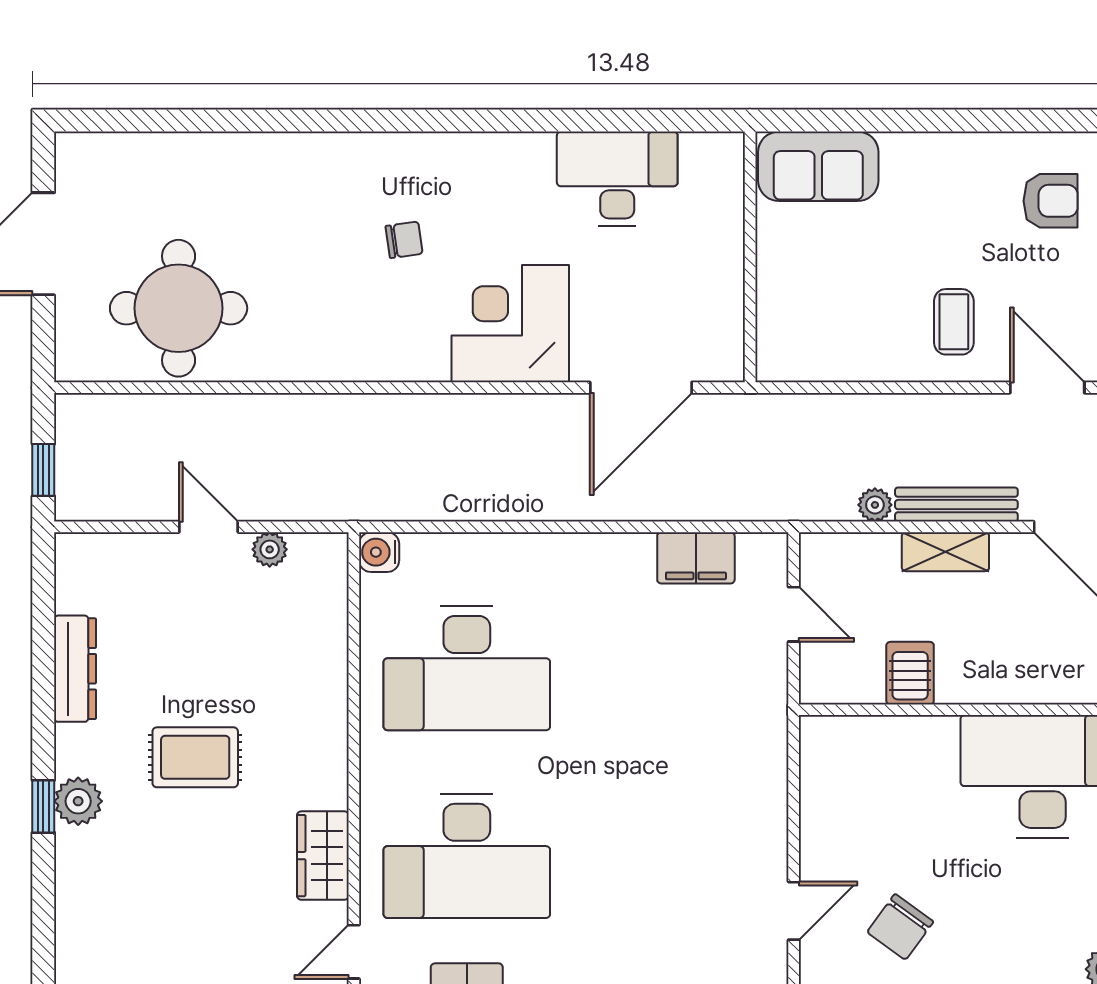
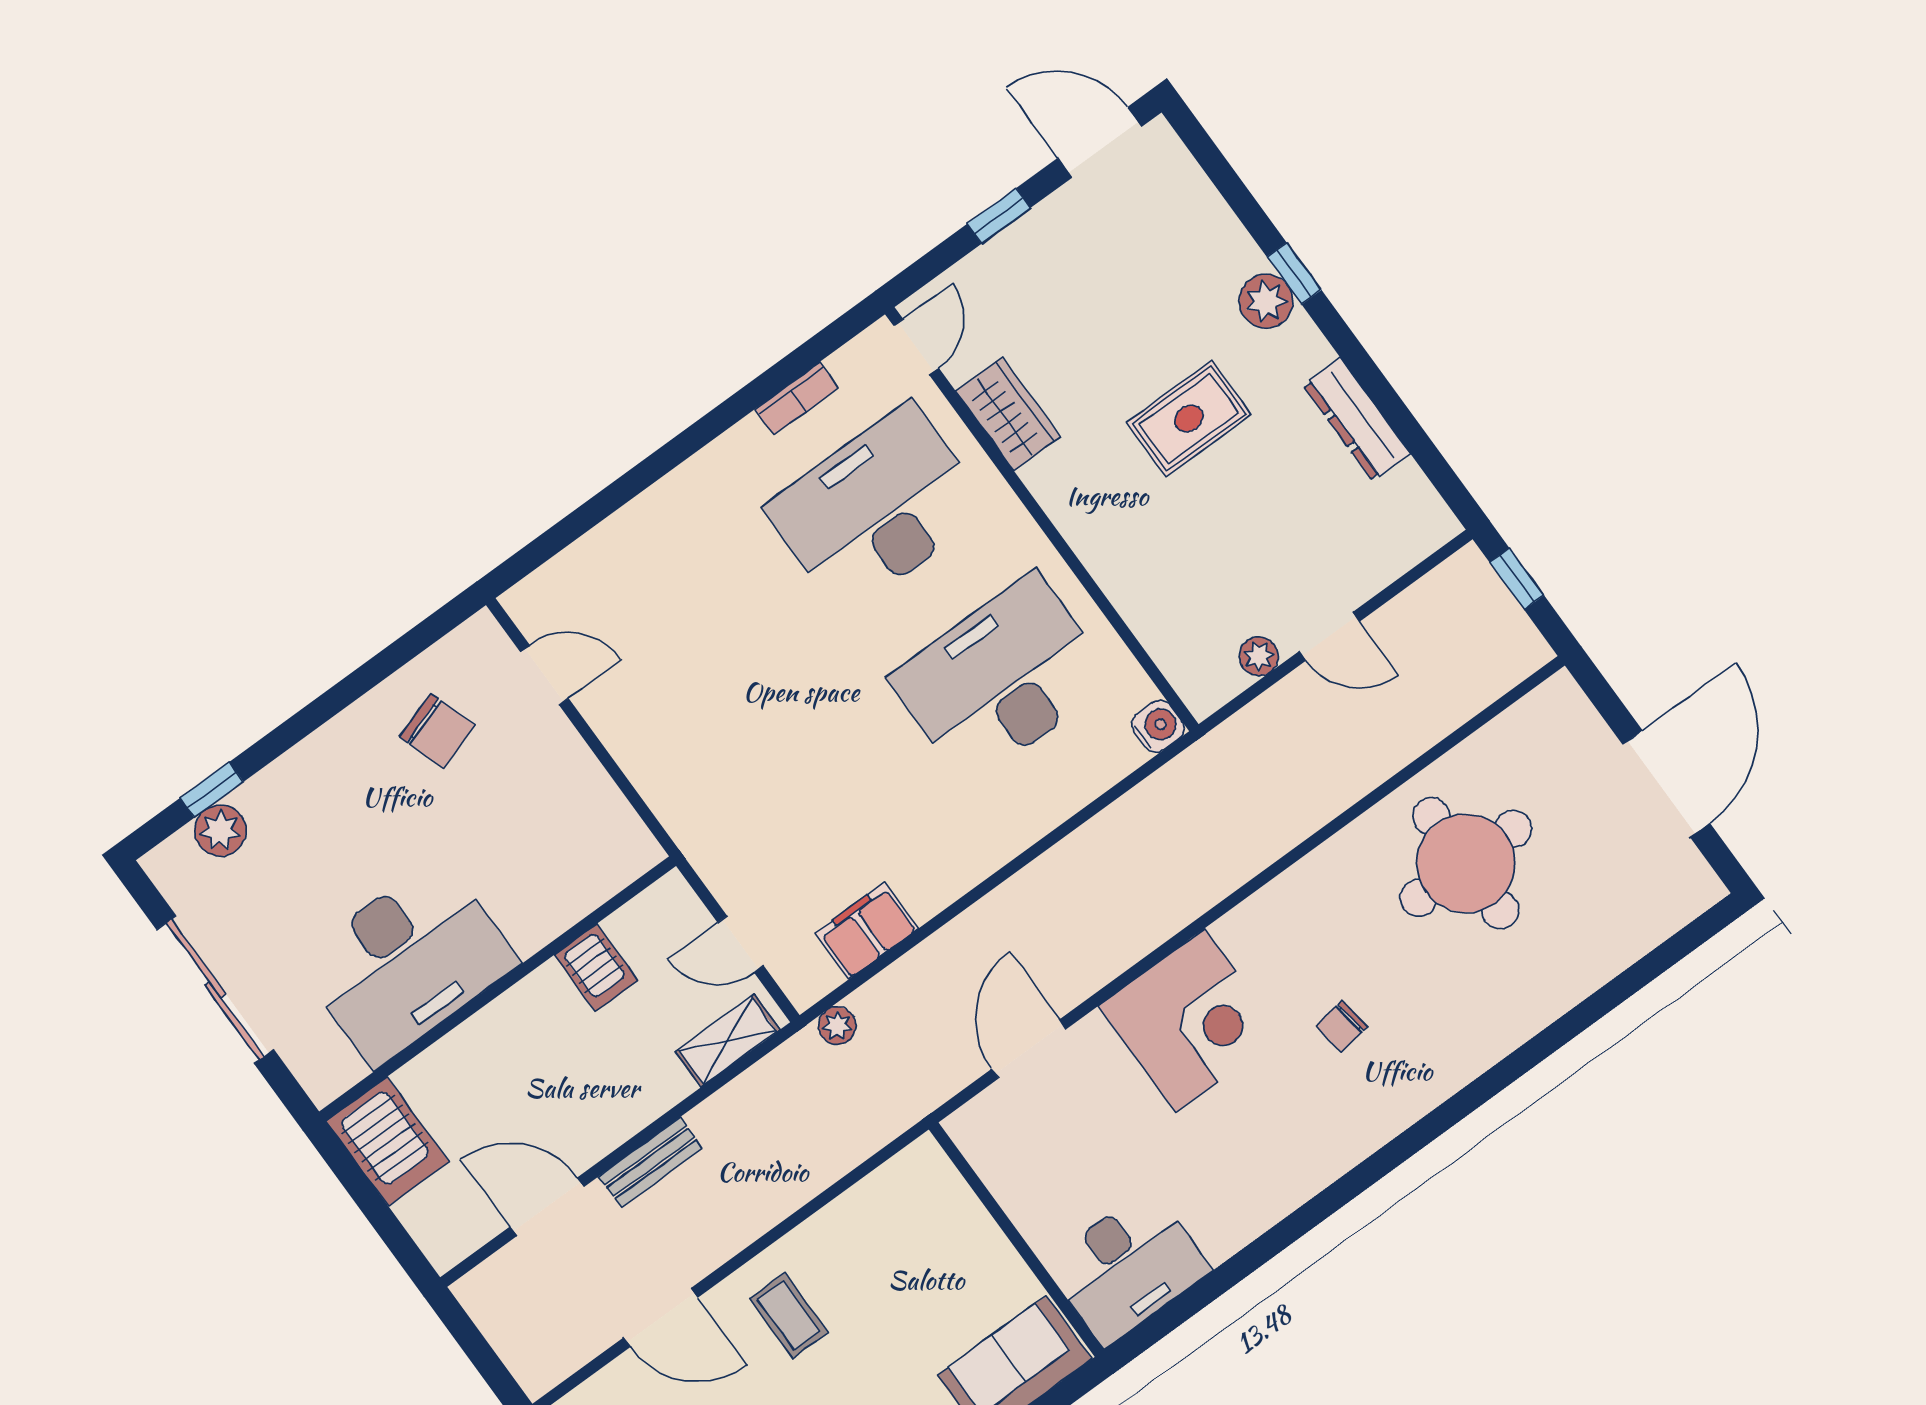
desk: (617, 179) -> (1128, 1267), moved
round table: (179, 308) -> (1466, 863), moved
door: (641, 388) -> (1029, 1049), width x0.73
plant: (875, 505) -> (837, 1026), moved
bench: (956, 505) -> (651, 1162), width x0.73
shelving: (945, 552) -> (728, 1041), moved
door: (794, 911) -> (544, 675), swing flipped
chair: (900, 927) -> (437, 731), turned 126

